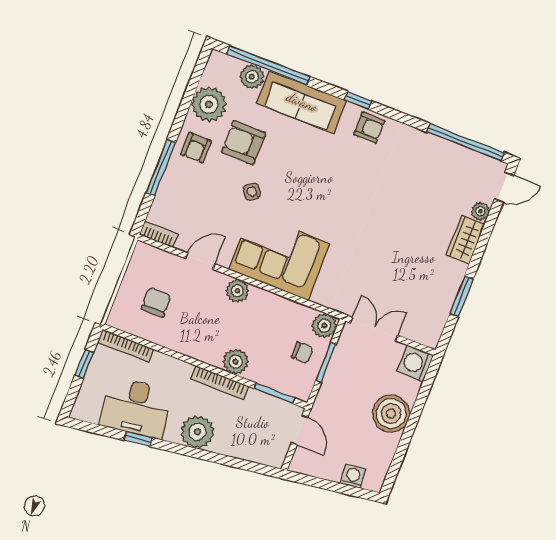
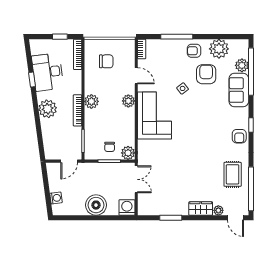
sofa: (302, 102) -> (239, 90), width x0.73
rug: (429, 164) -> (233, 174), added
plant: (236, 362) -> (91, 101), moved

